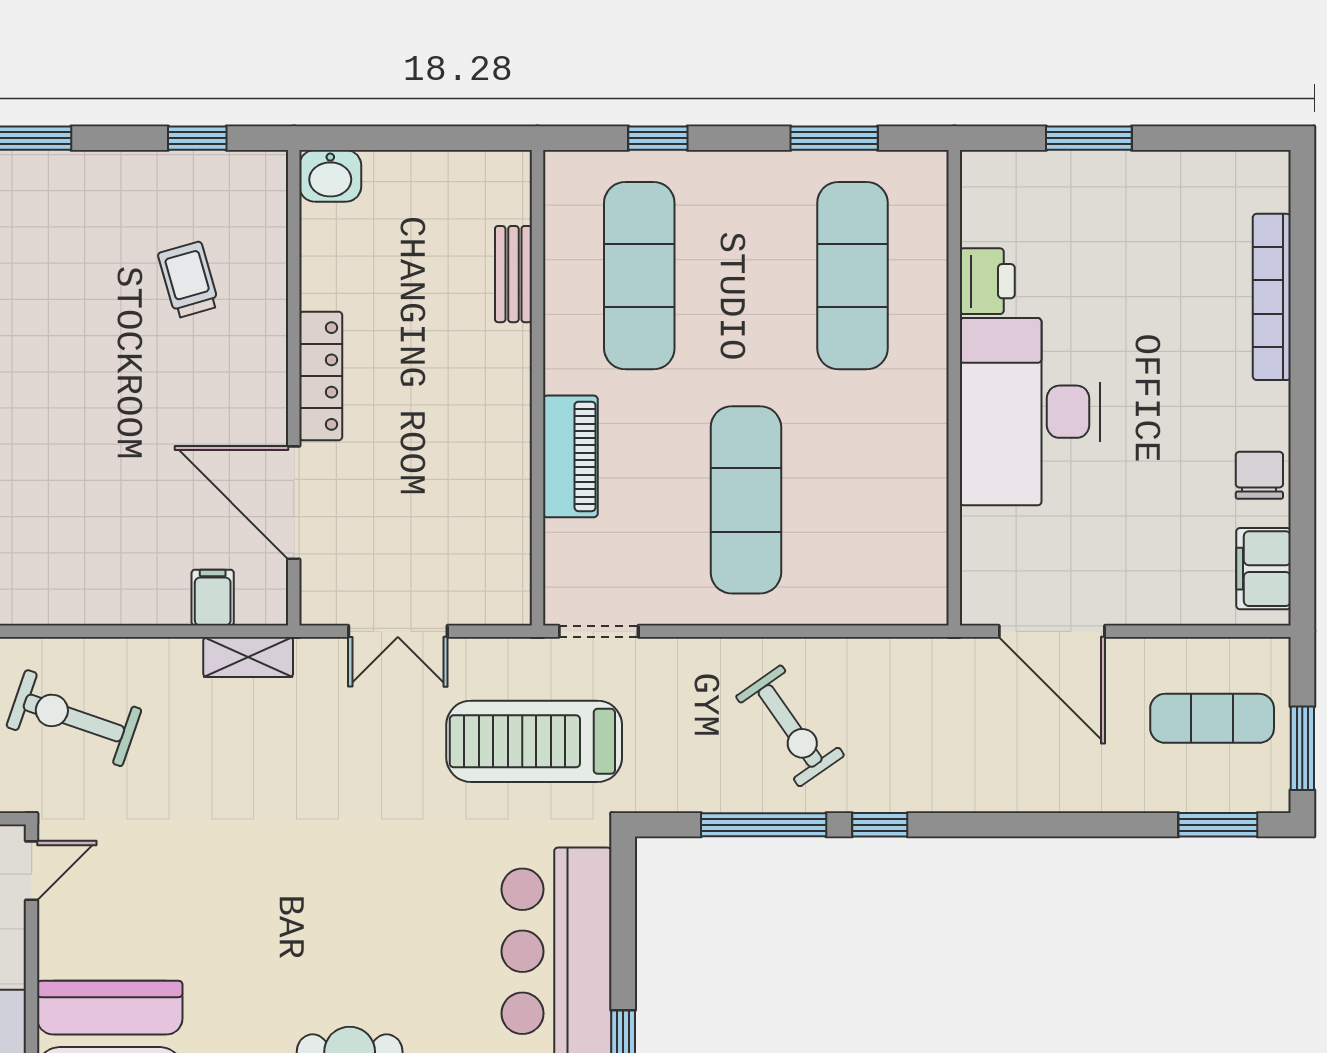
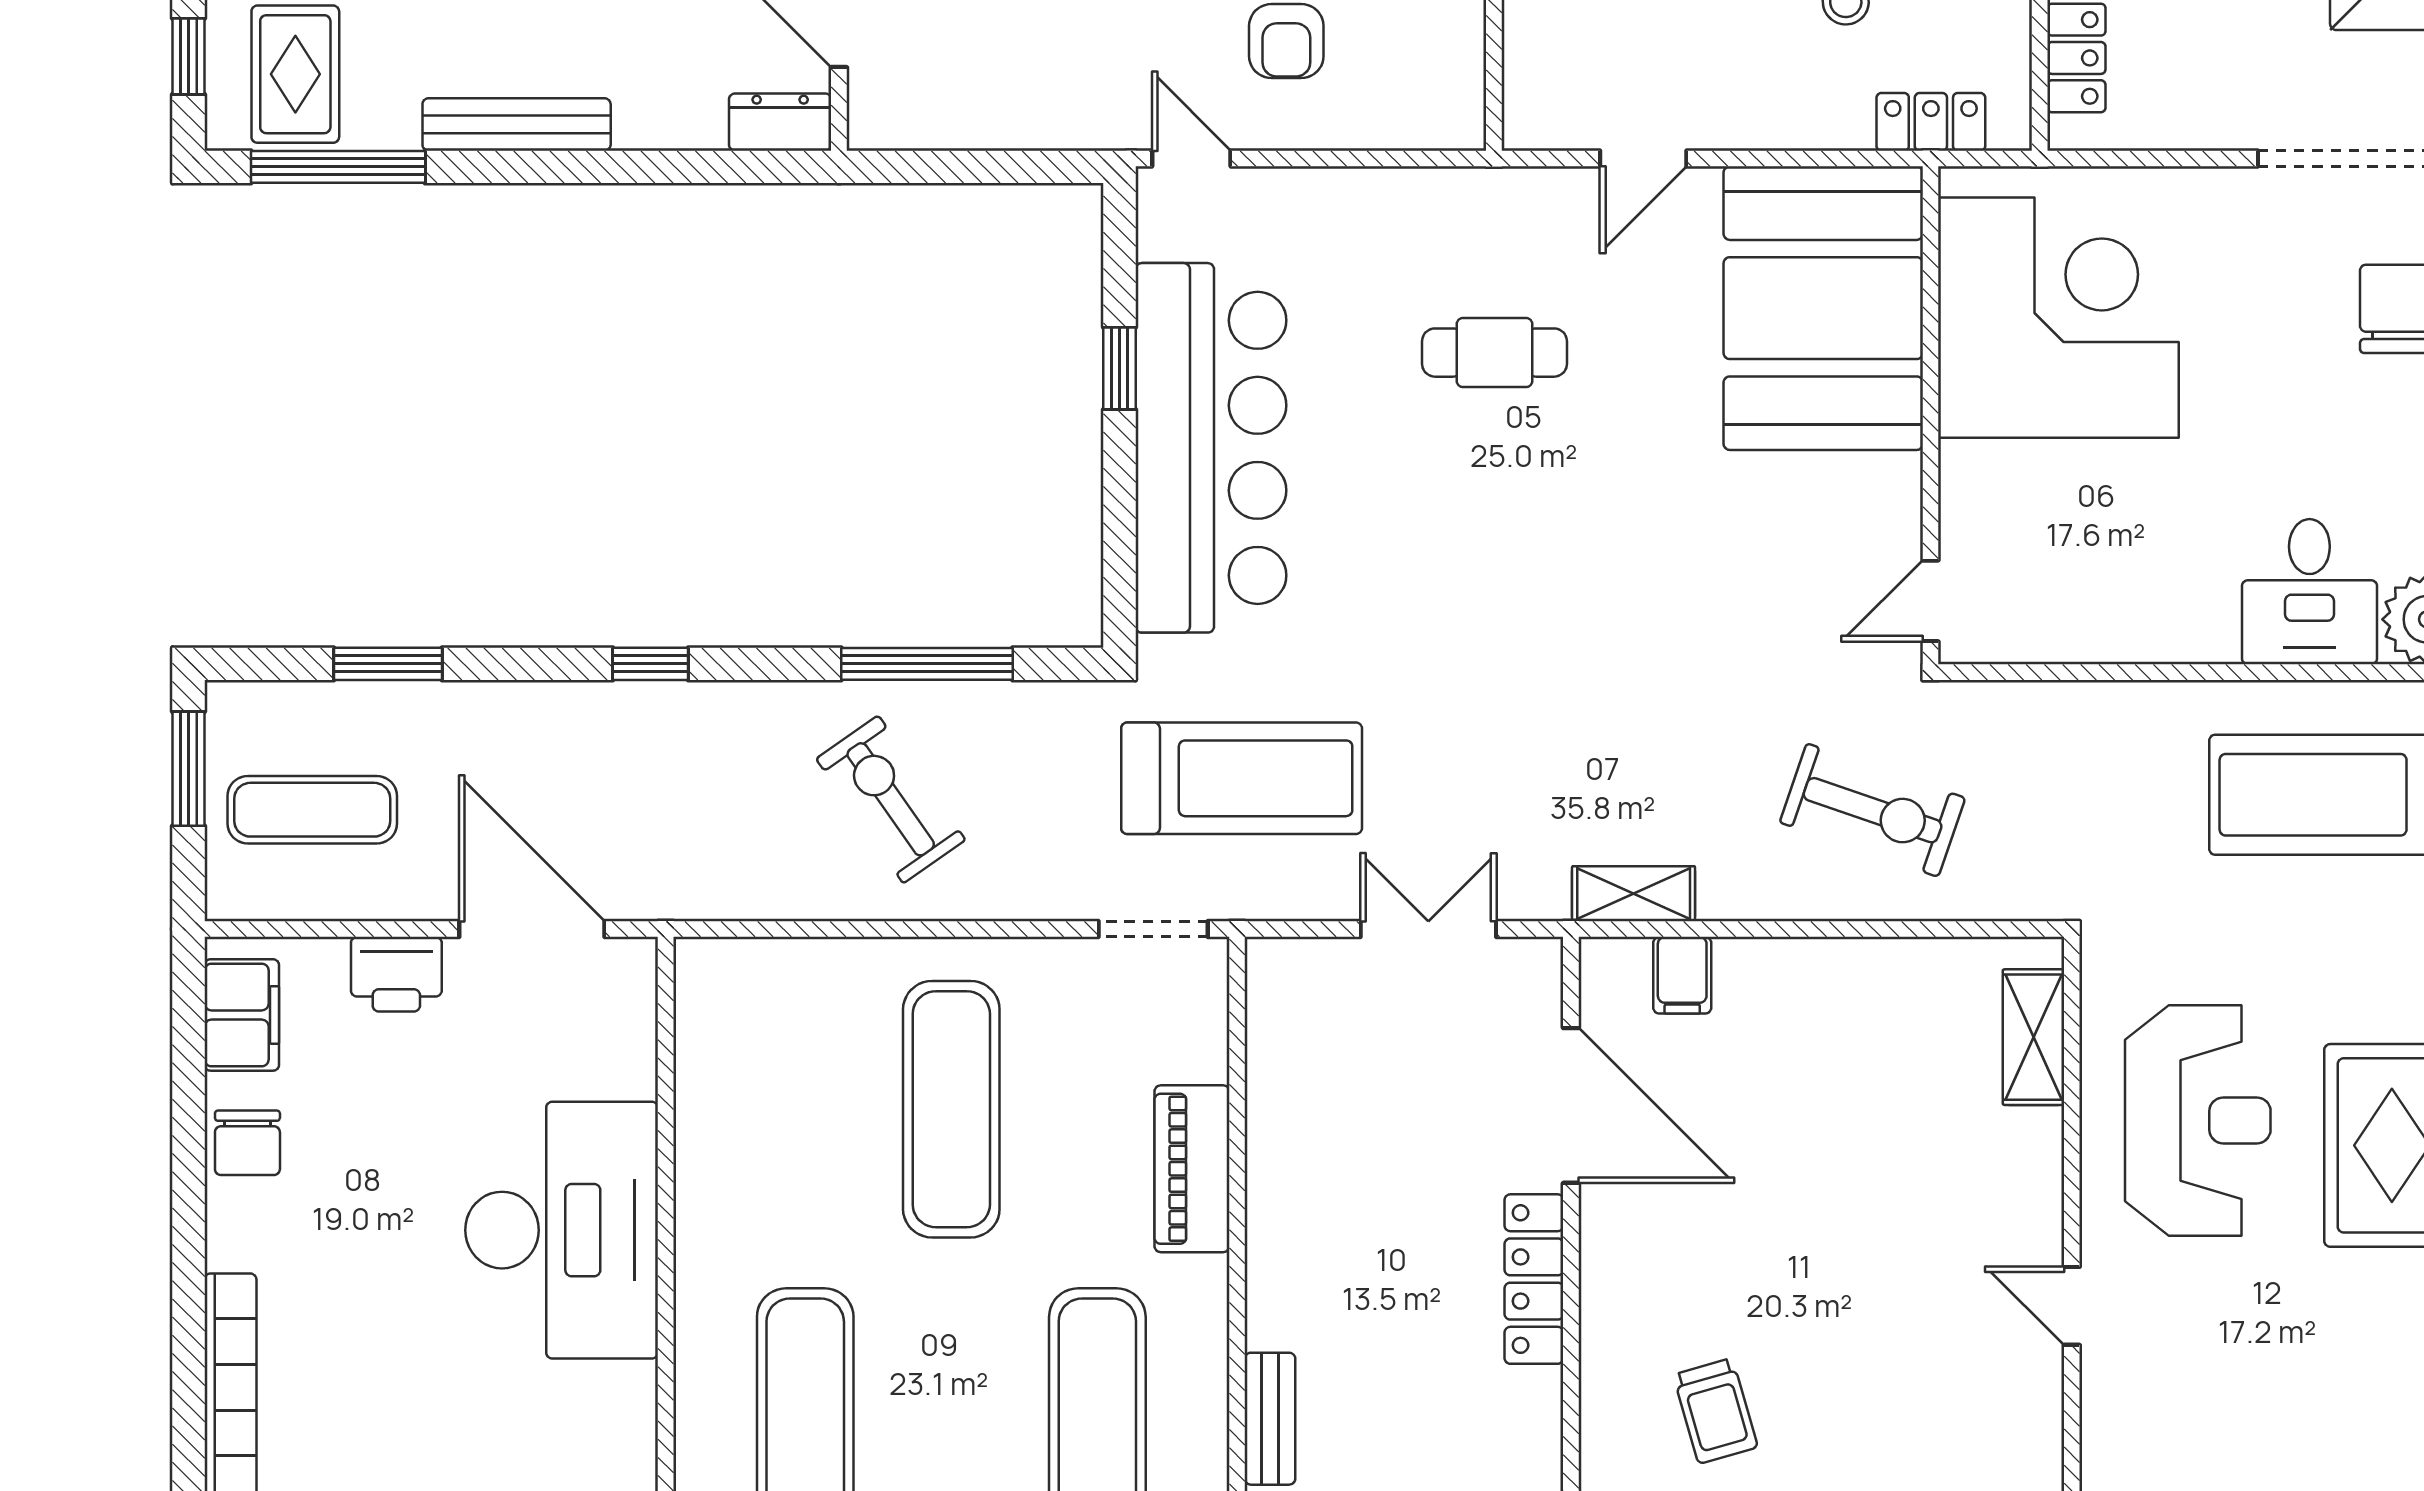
printer: (987, 281) -> (396, 974), moved, turned -90
window: (880, 825) -> (650, 664), moved
window: (1218, 825) -> (388, 664), moved

